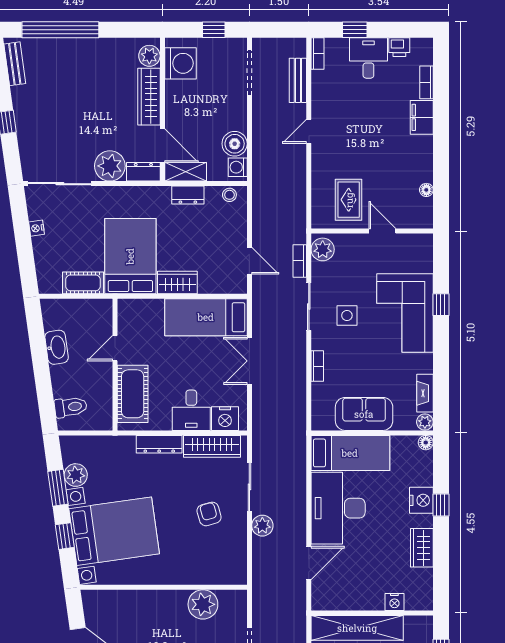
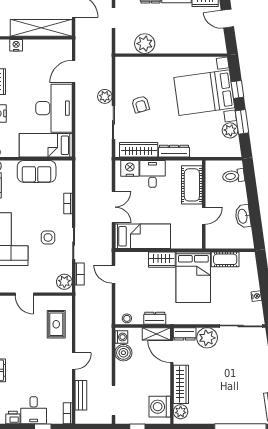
rug: (349, 200) -> (56, 324), moved

